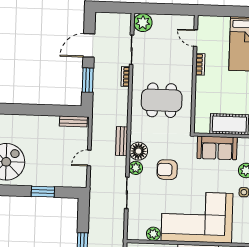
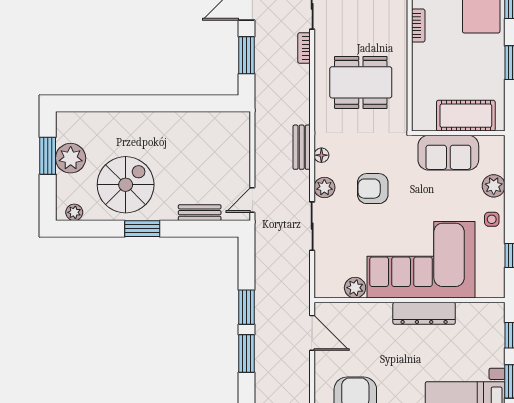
bench: (73, 121) -> (200, 213), moved
floor lamp: (138, 151) -> (321, 155), width x0.53, depth x0.53
door: (89, 158) -> (252, 200), moved
window: (43, 192) -> (142, 229), moved

